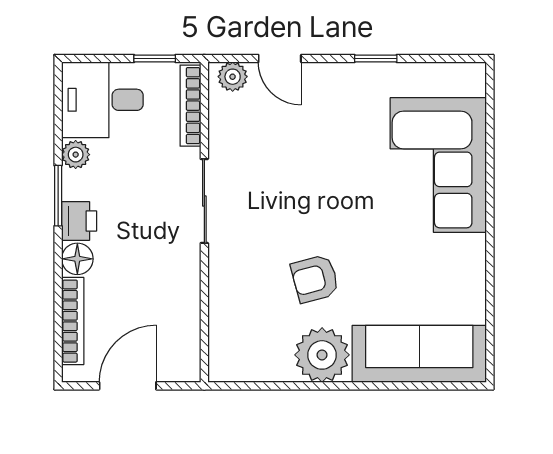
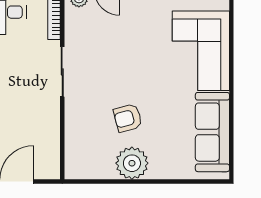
sofa: (419, 354) -> (212, 132), moved, turned -90

